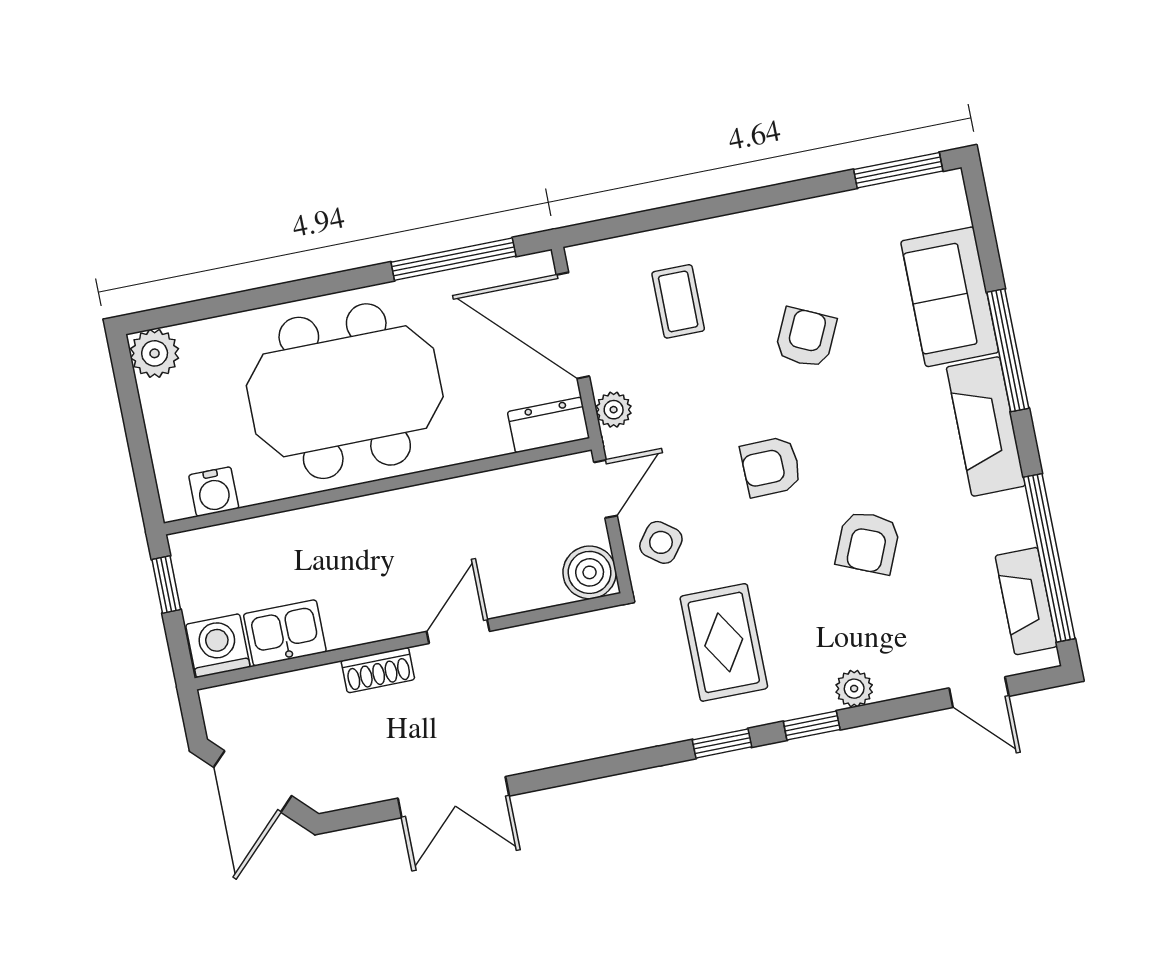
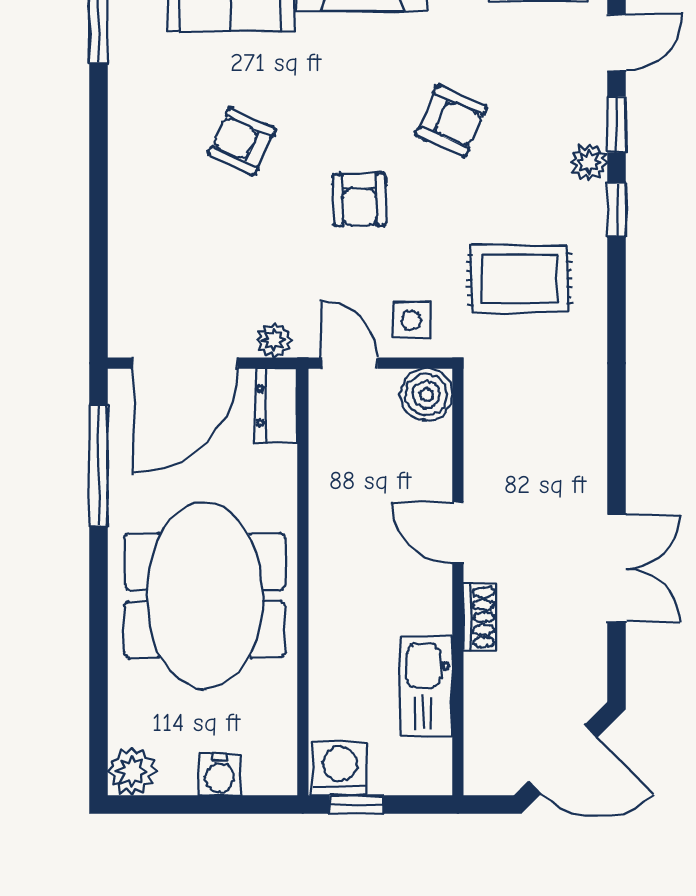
coffee table: (678, 301) -> (182, 257), removed
water cooler: (214, 492) -> (220, 774), moved, turned 90
side table: (661, 542) -> (411, 320), turned -37
kitchen sink: (285, 633) -> (426, 686), width x1.38
washing machine: (218, 646) -> (340, 768), moved, turned 90
window: (722, 743) -> (617, 124), moved

